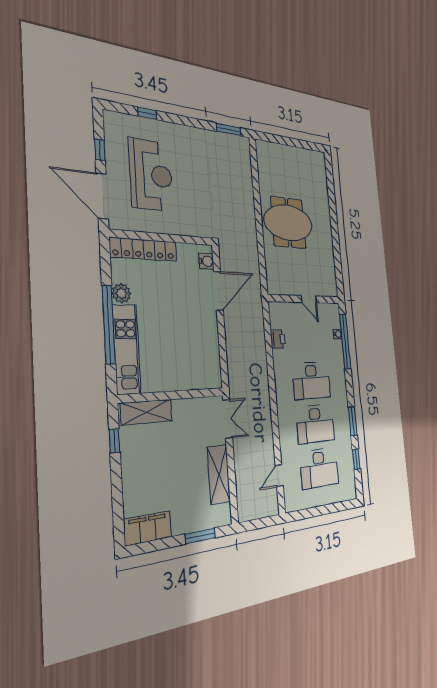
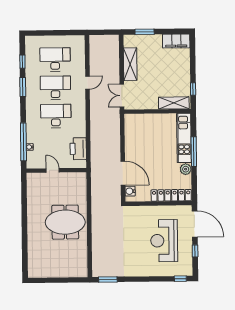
window: (147, 113) -> (180, 279), moved
door: (218, 291) -> (123, 173), swing flipped
window: (109, 324) -> (194, 152), width x0.68
printer: (278, 339) -> (78, 149), width x1.87, depth x1.48
door: (279, 476) -> (87, 83), moved

